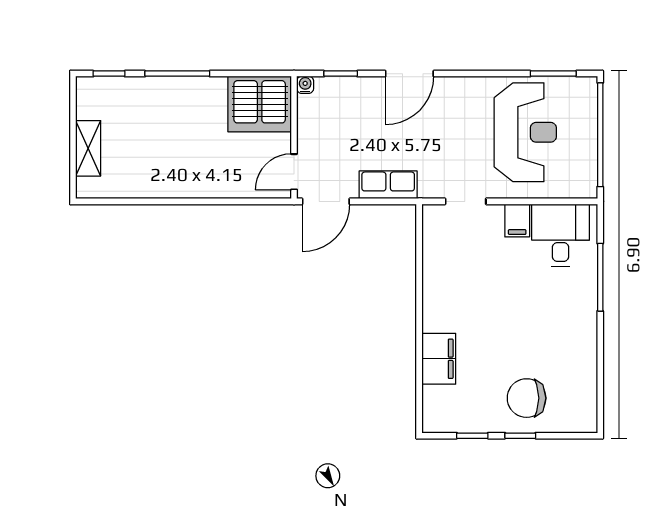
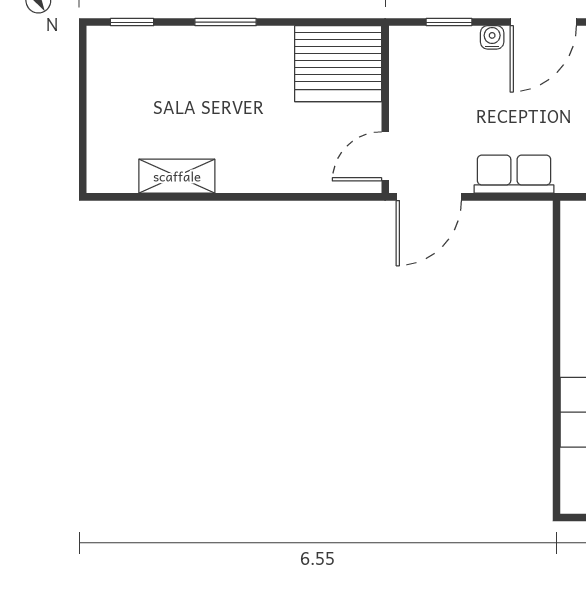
window: (177, 74) -> (226, 22), width x0.69
water cooler: (305, 85) -> (492, 37), moved
shelving: (88, 148) -> (177, 176), moved, turned 90

